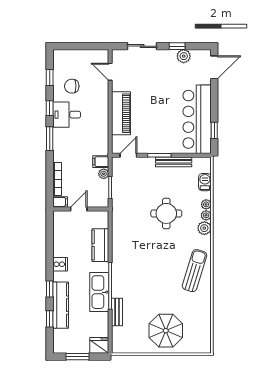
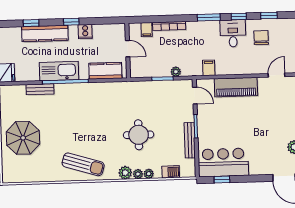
bar counter: (197, 119) -> (223, 162), width x0.73
filing cabinet: (101, 162) -> (209, 68), moved
door: (79, 209) -> (128, 49), moved
wall: (81, 209) -> (128, 51), moved
window: (50, 289) -> (71, 22), moved

